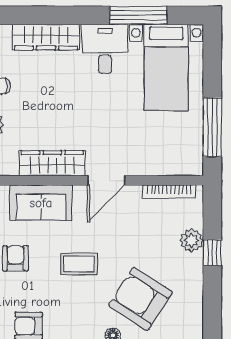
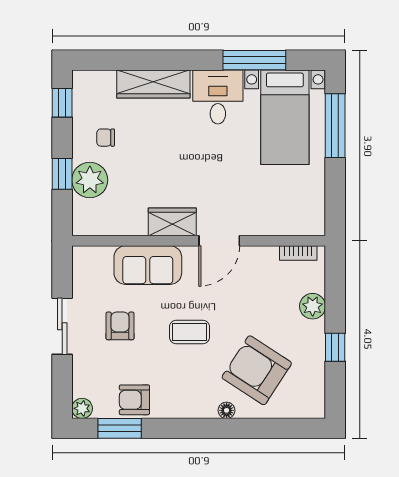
window: (212, 127) -> (335, 126), moved
wardrobe: (52, 163) -> (172, 222), width x0.67
bookcase: (169, 192) -> (298, 253), width x0.64
window: (212, 253) -> (335, 347), moved

